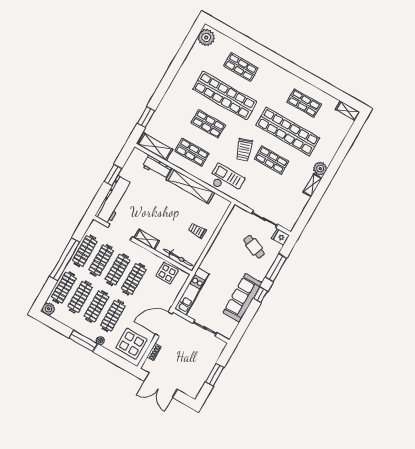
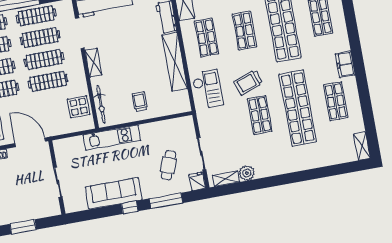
freezer: (285, 77) -> (345, 64), added
plant: (320, 169) -> (247, 173), moved
shelving: (312, 185) -> (226, 179), moved
kitchen unit: (192, 291) -> (112, 138), moved

